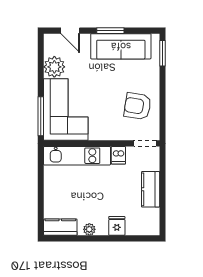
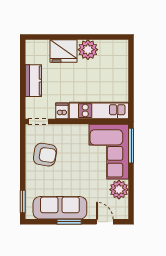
fridge: (117, 226) -> (63, 51), width x1.88, depth x1.34
kitchen counter: (60, 227) -> (114, 47), removed
plant: (89, 229) -> (88, 50), width x1.88, depth x1.88

